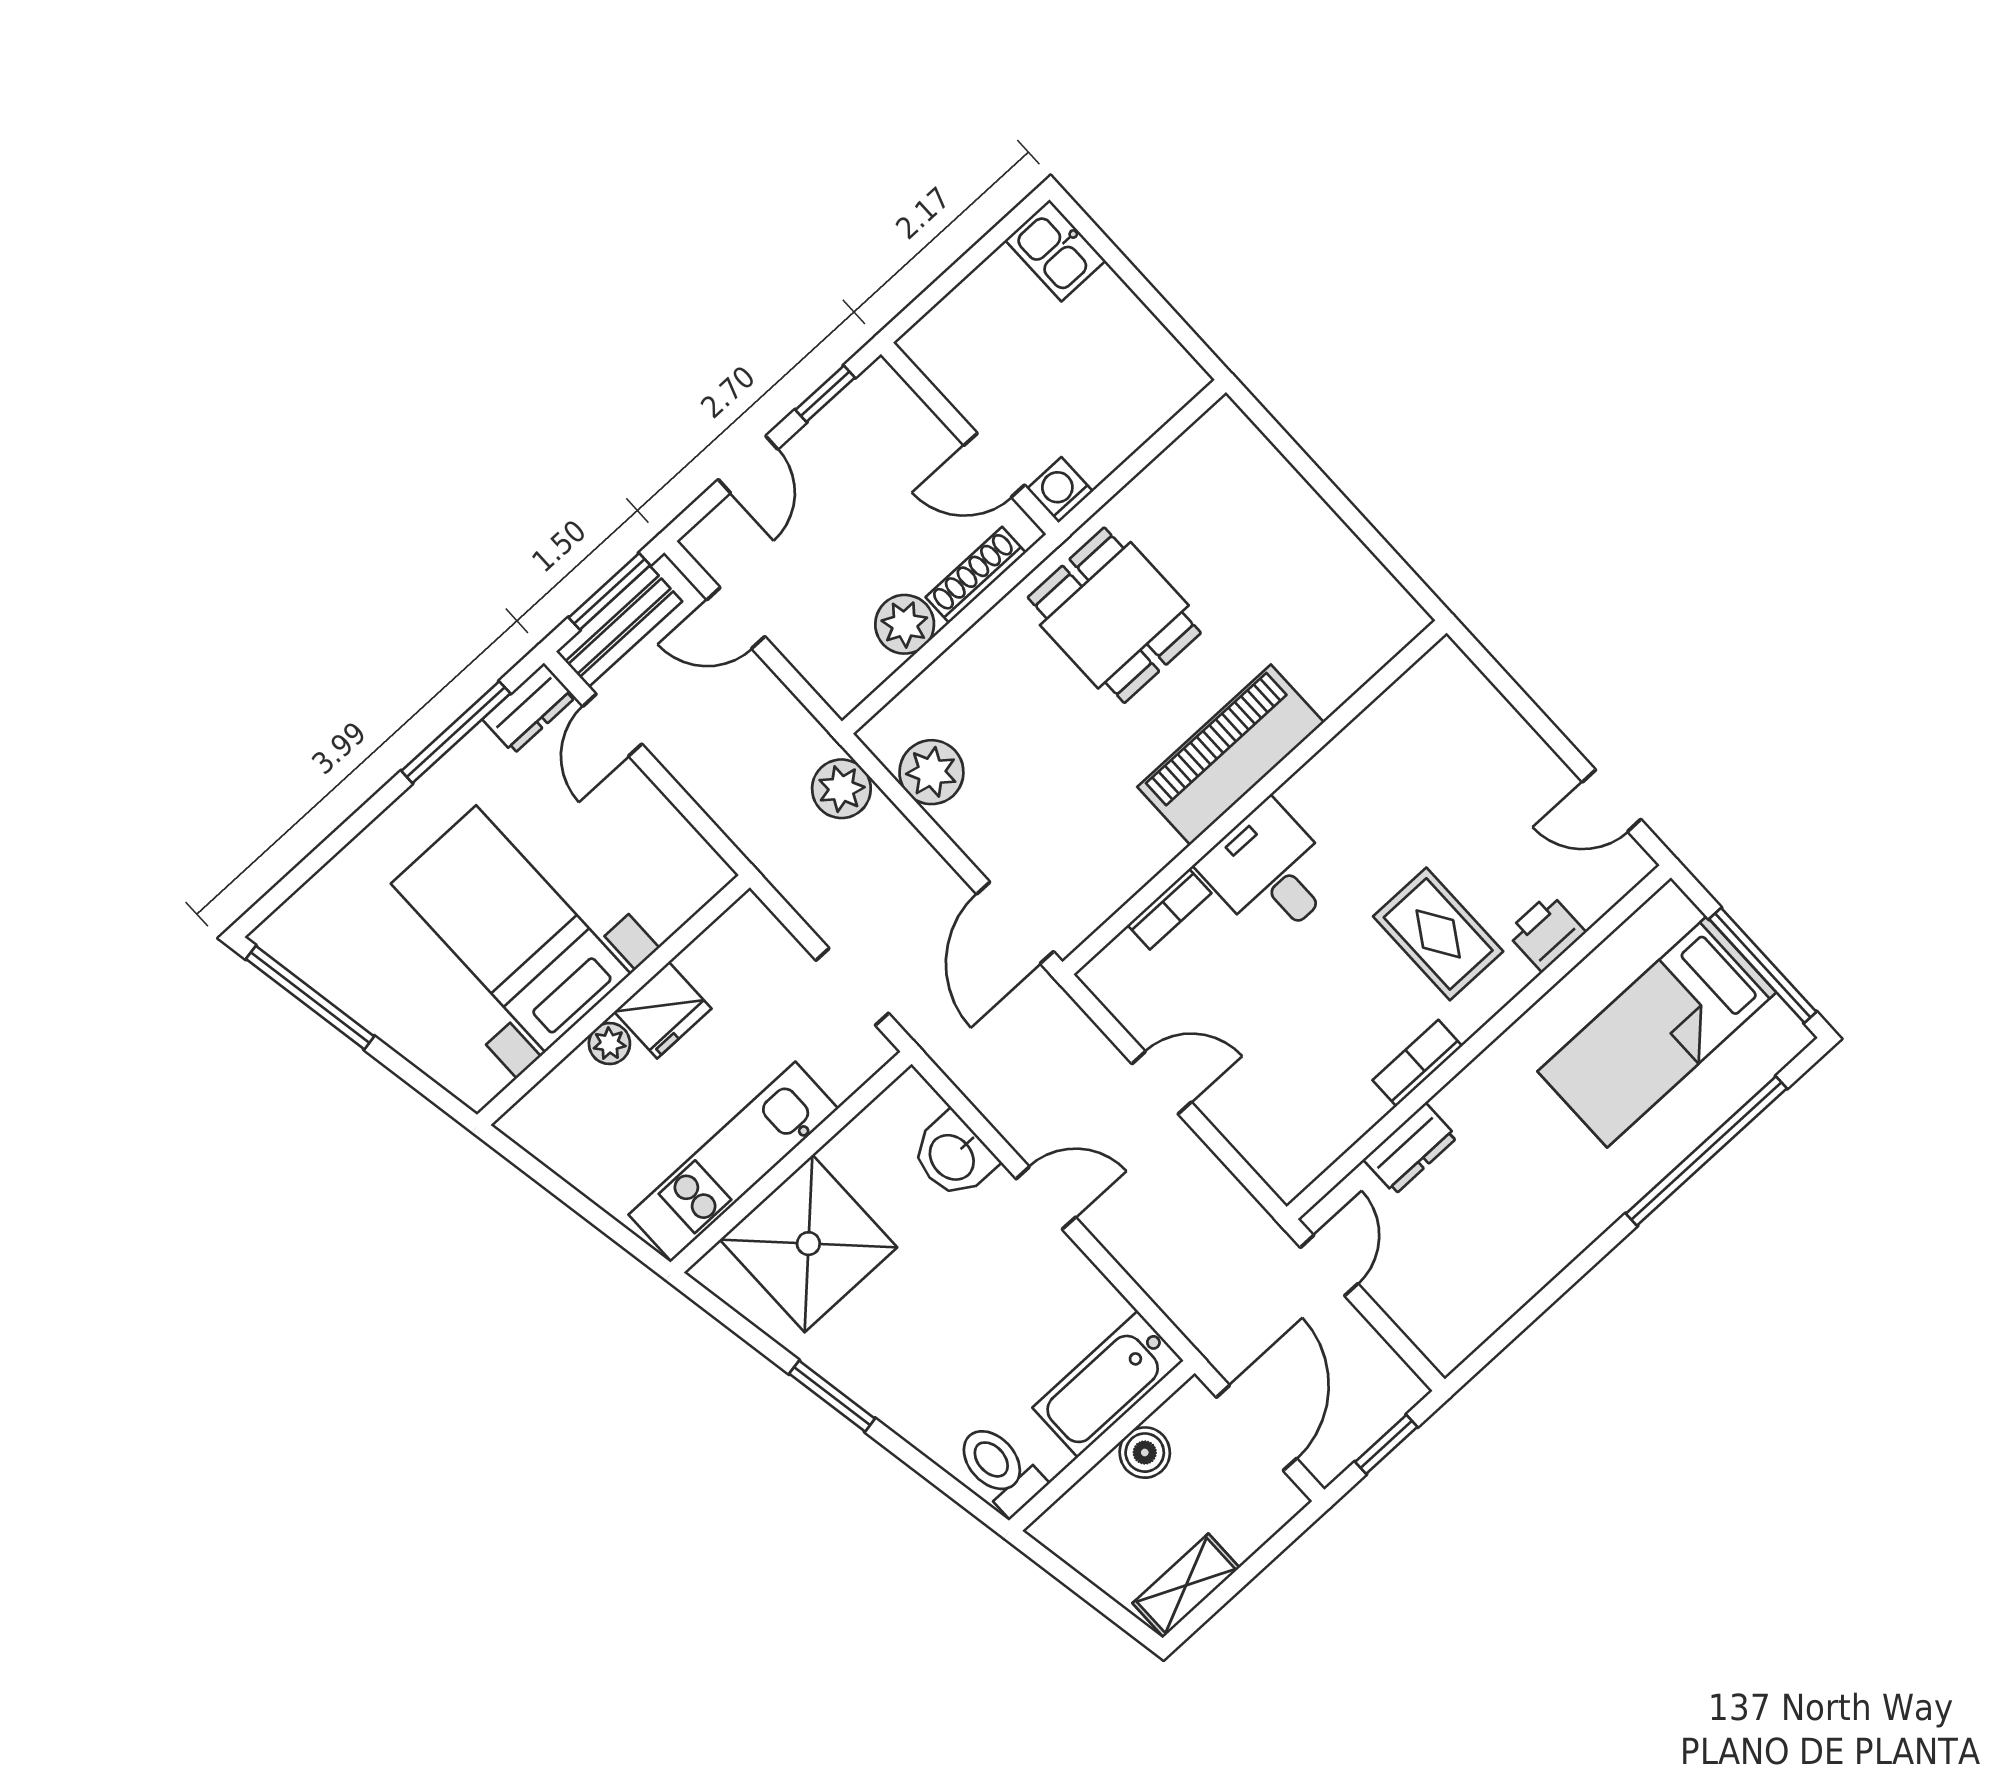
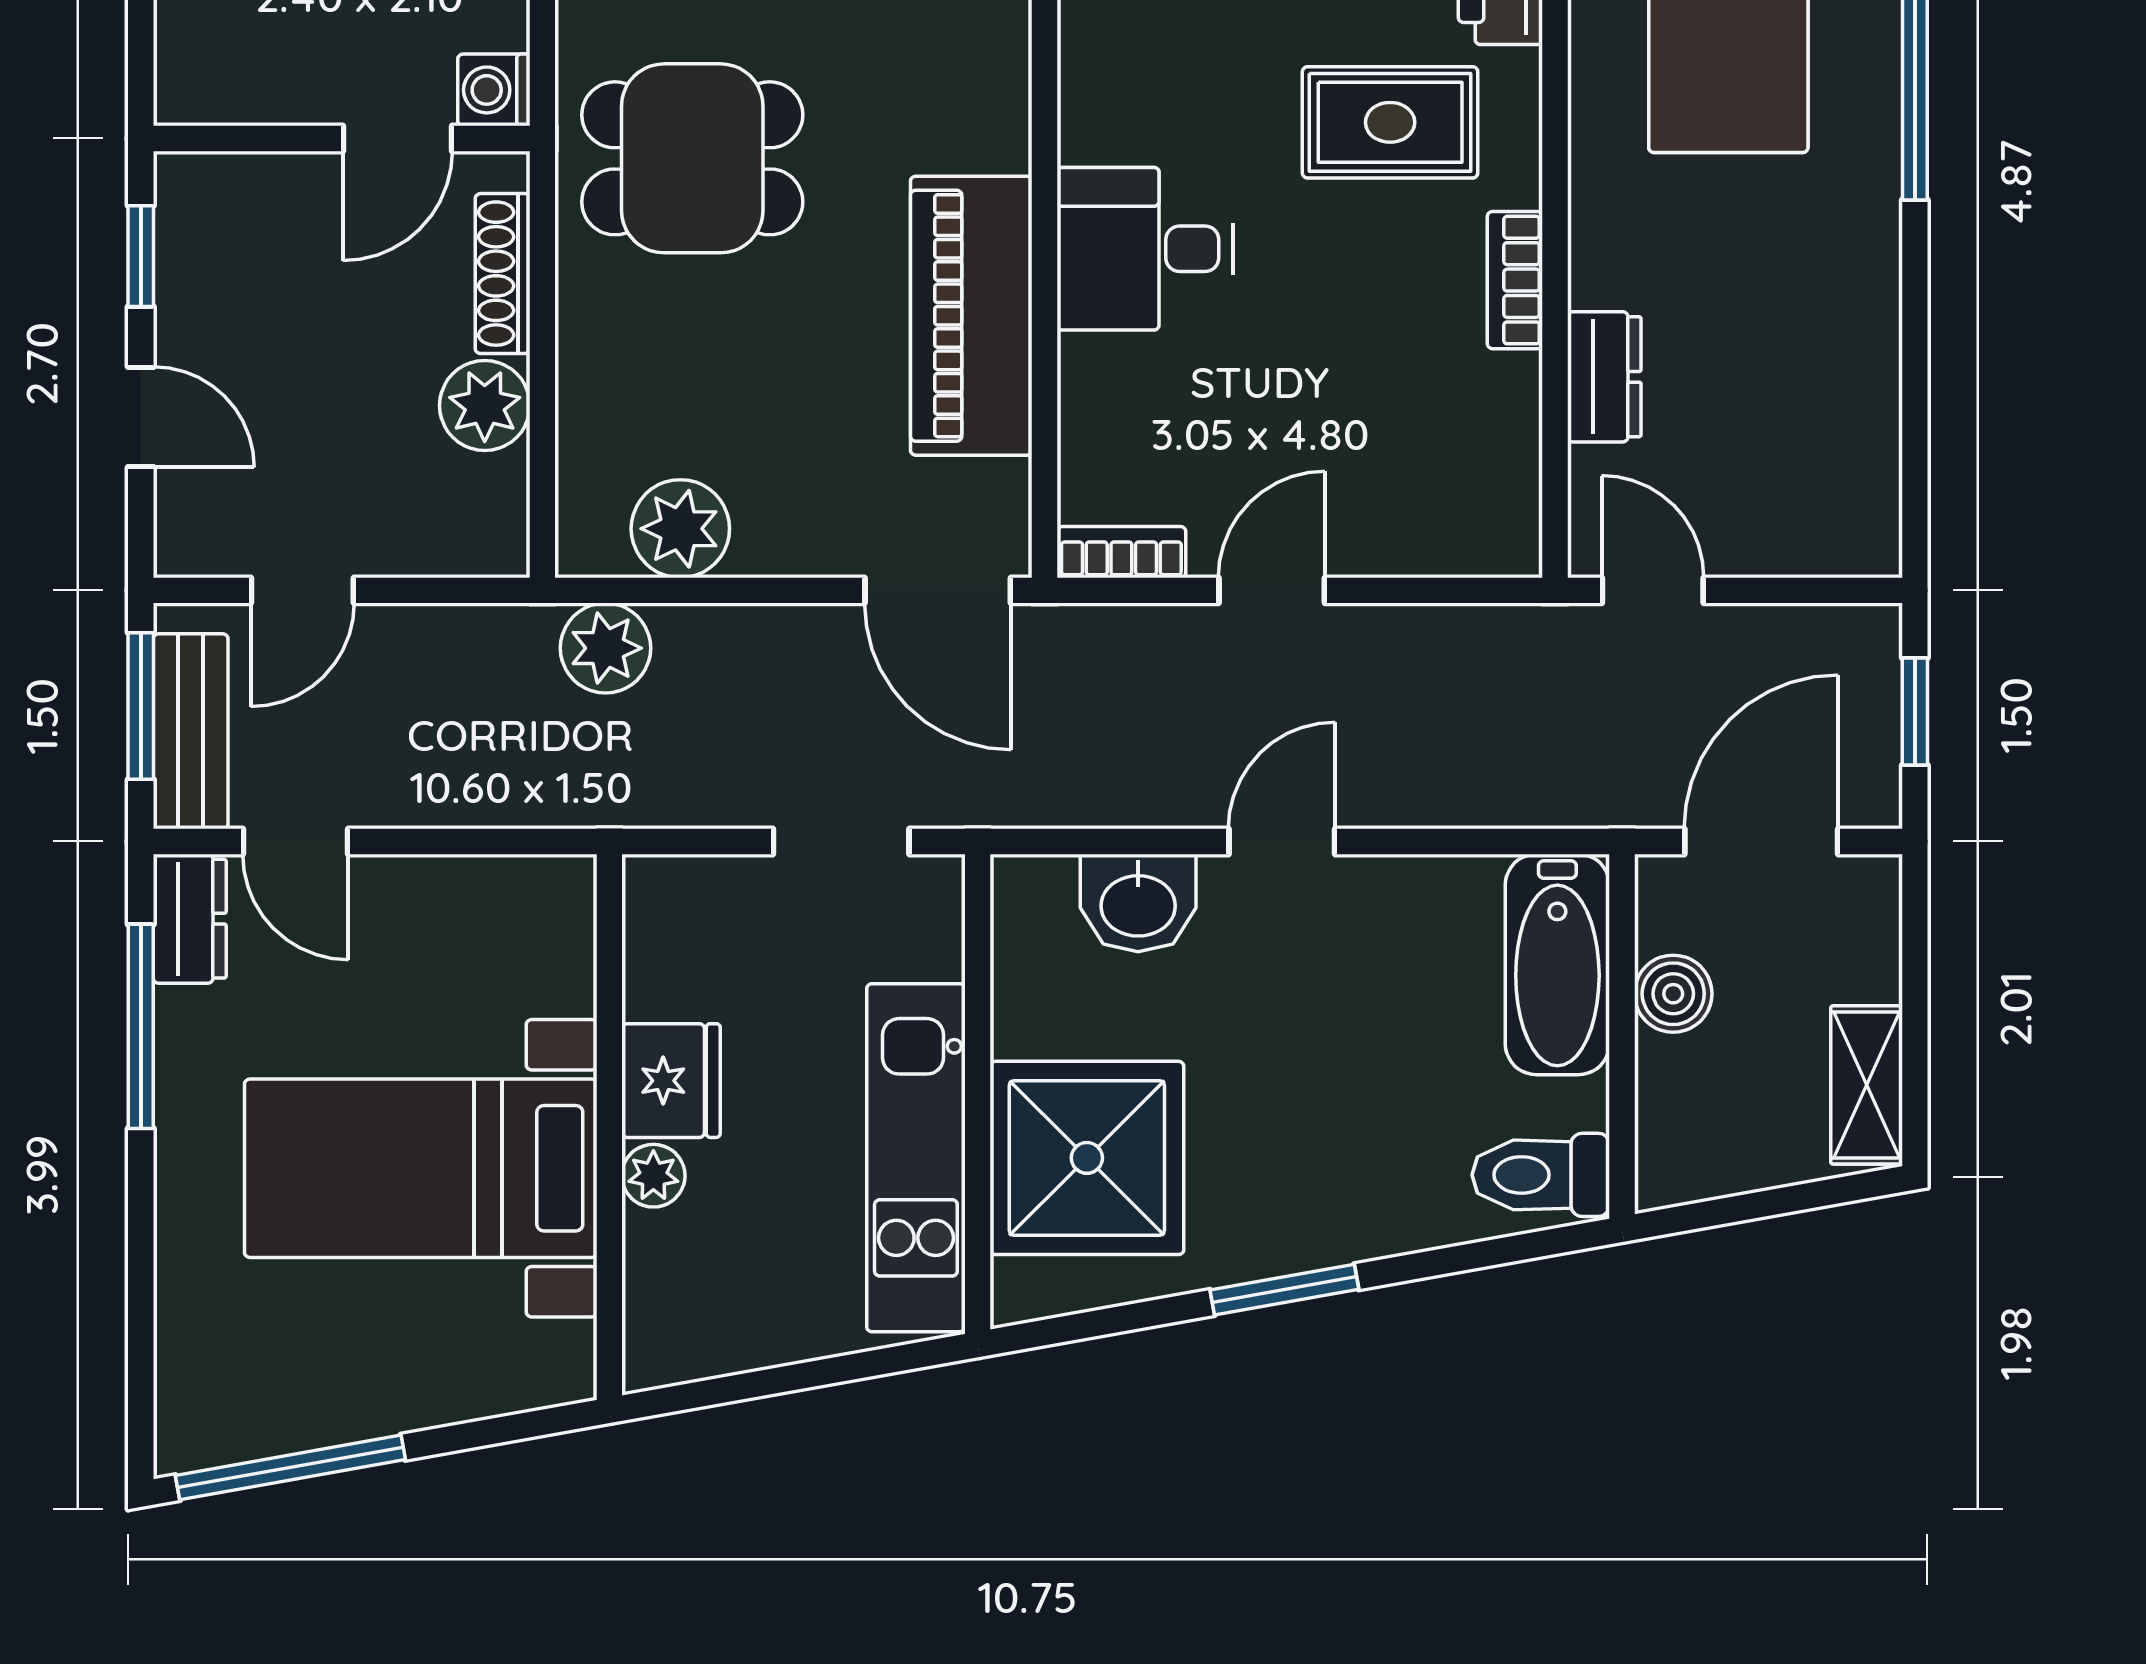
piano: (1231, 755) -> (971, 316), moved
bookcase: (1169, 909) -> (1121, 552), moved, turned -90
door: (1256, 1428) -> (1761, 841), hinge flipped

